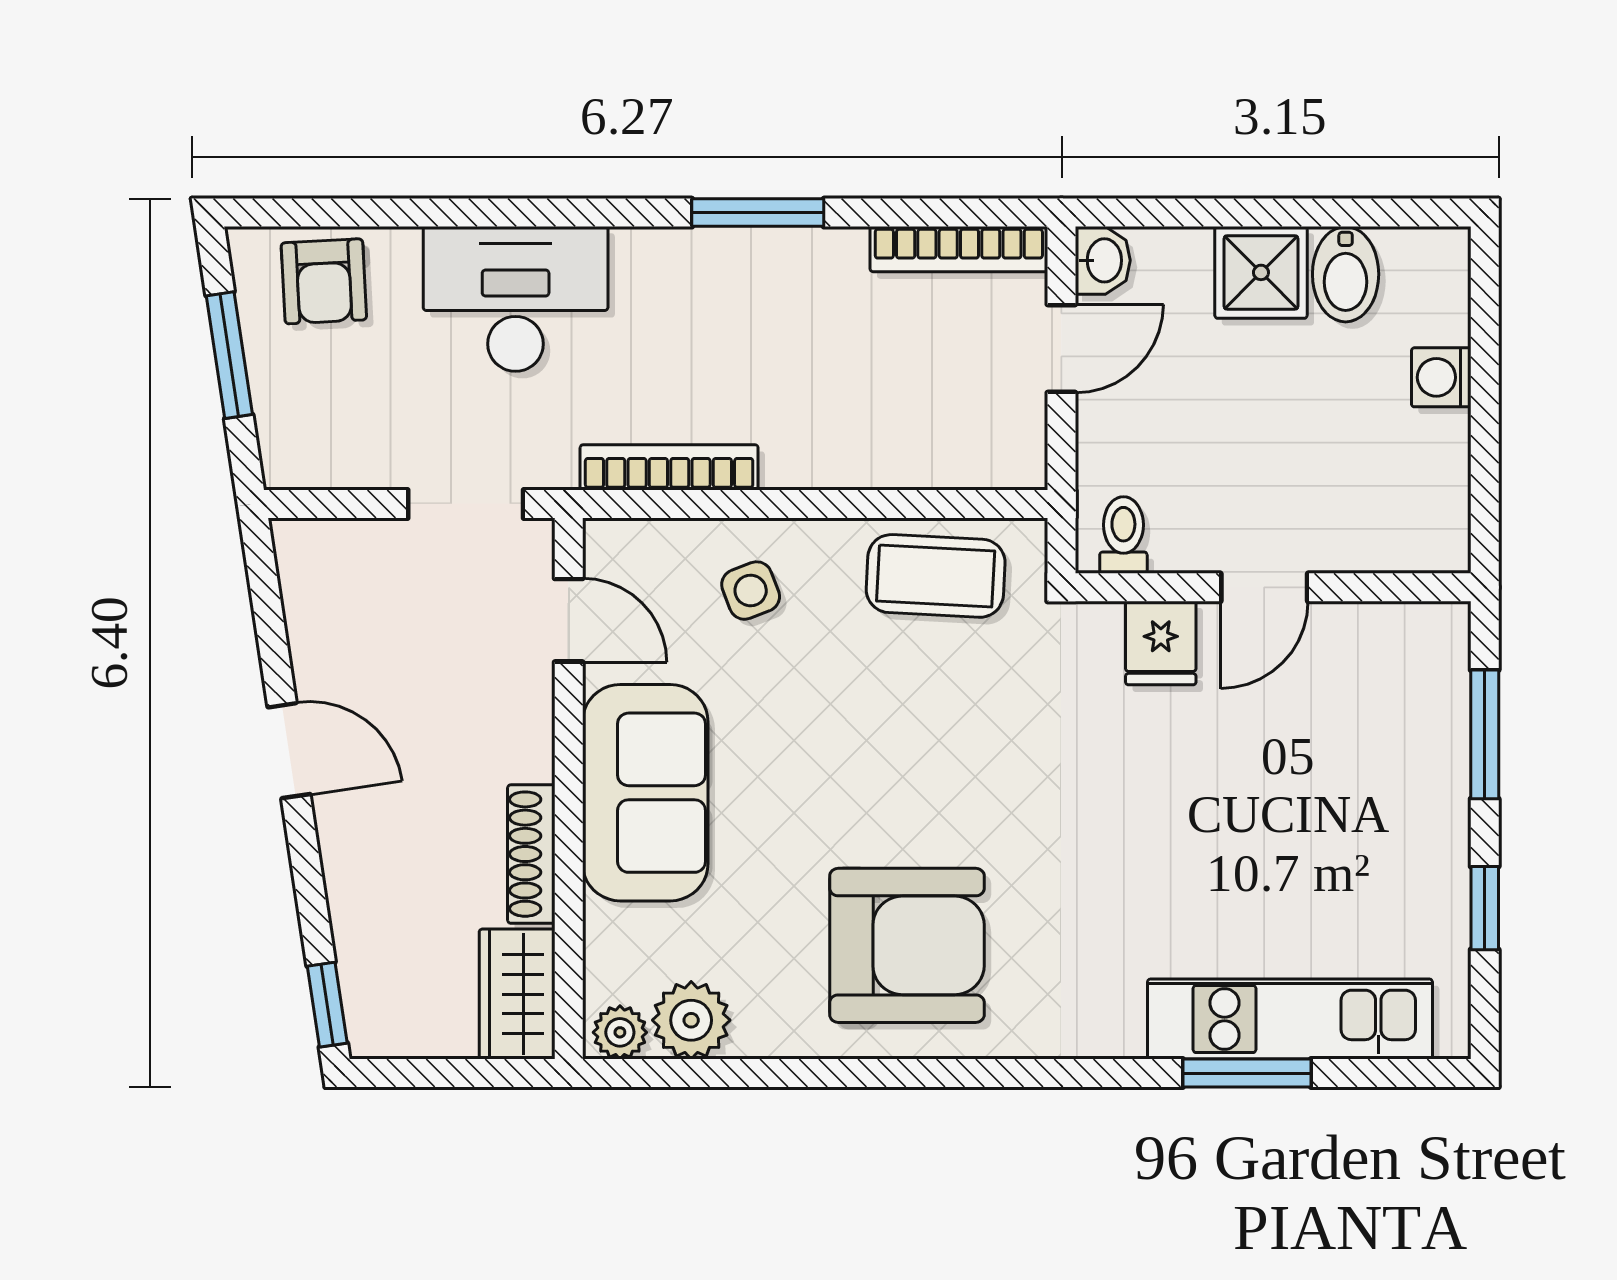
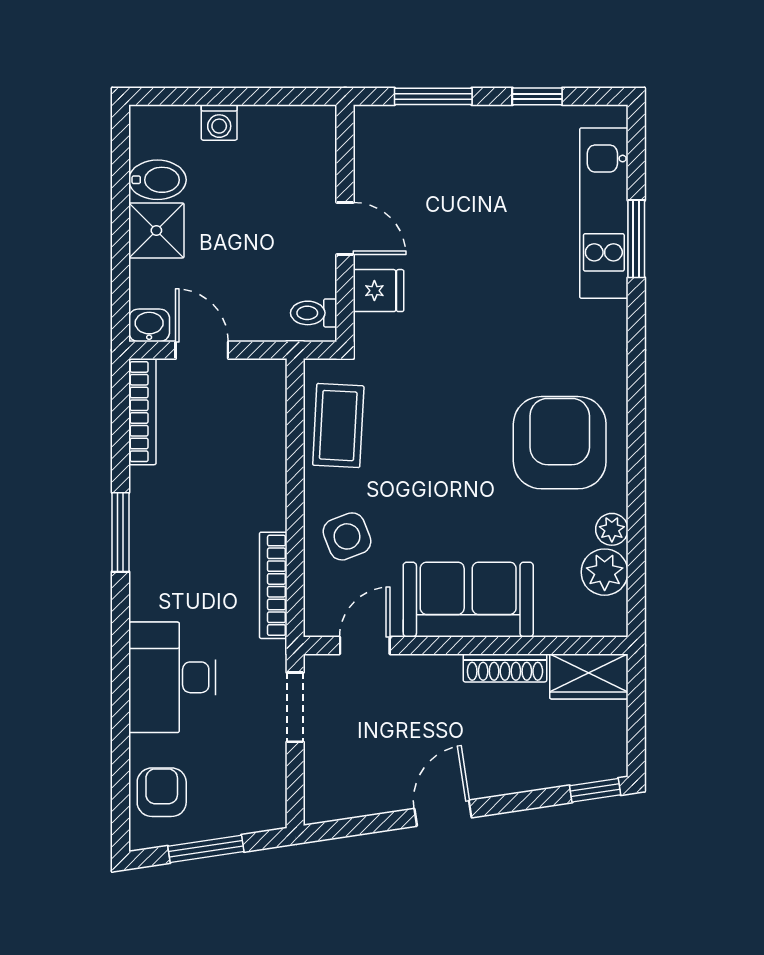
armchair: (324, 281) -> (162, 792), turned -87
side table: (751, 591) -> (347, 536), width x1.37, depth x1.37
plant: (620, 1032) -> (612, 529), moved

